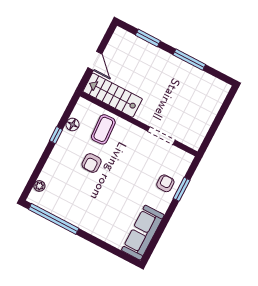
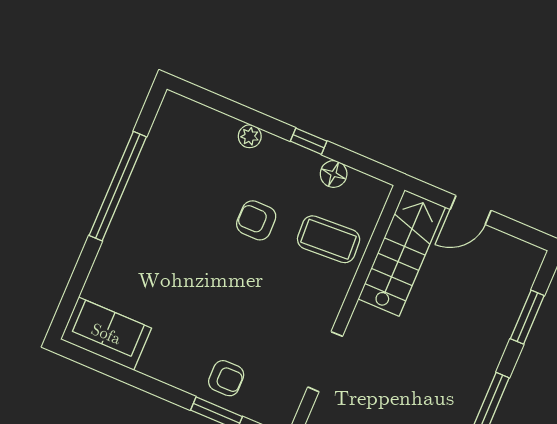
plant: (39, 186) -> (250, 136), moved
window: (54, 219) -> (118, 186), moved
sofa: (143, 233) -> (106, 334), width x0.73

